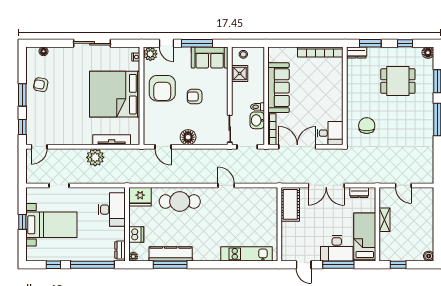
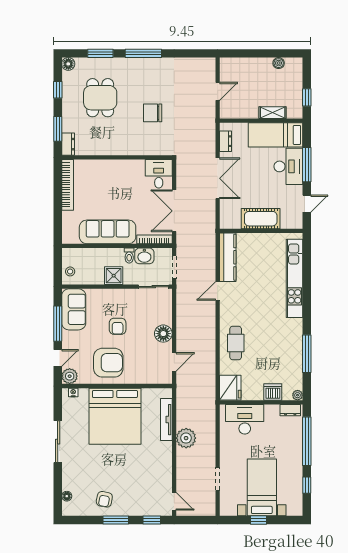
shower: (240, 73) -> (114, 276), moved
chair: (367, 126) -> (153, 113), moved
cafe table: (180, 201) -> (236, 343), width x0.73, depth x0.74
cot: (290, 204) -> (261, 219), moved
shelving: (385, 220) -> (273, 113), moved
kitchen counter: (171, 254) -> (228, 257), moved, turned 180
kitchen unit: (247, 254) -> (295, 278), width x1.36
boiler: (429, 256) -> (279, 63), moved

